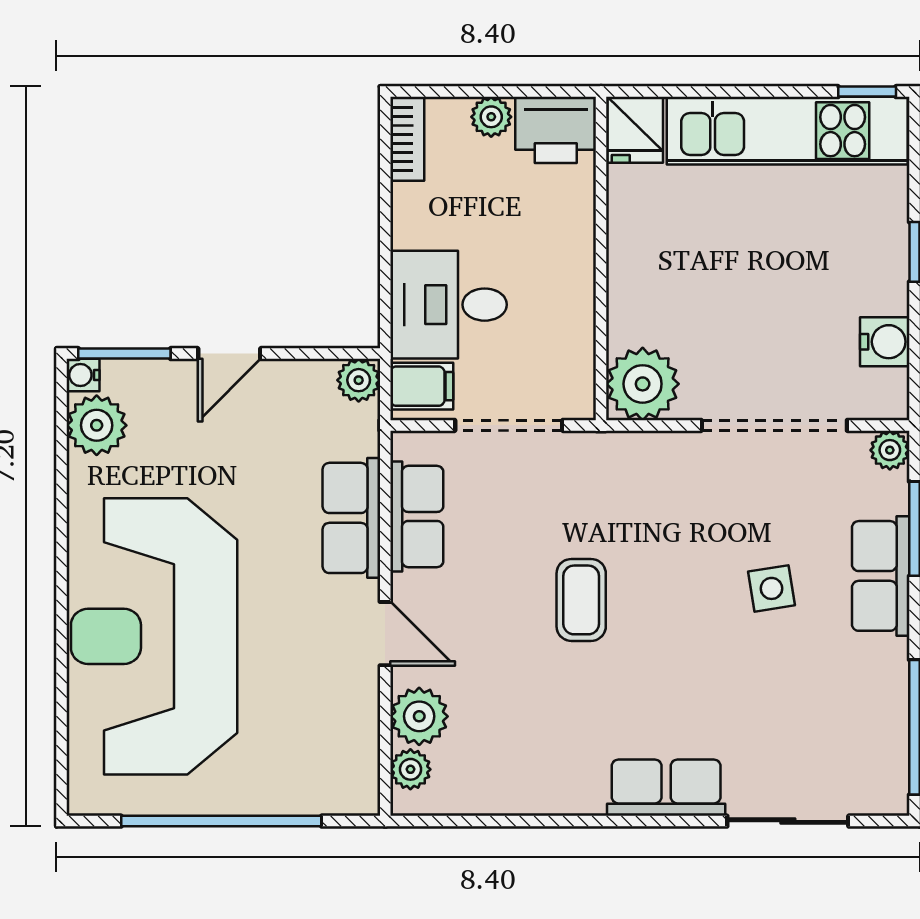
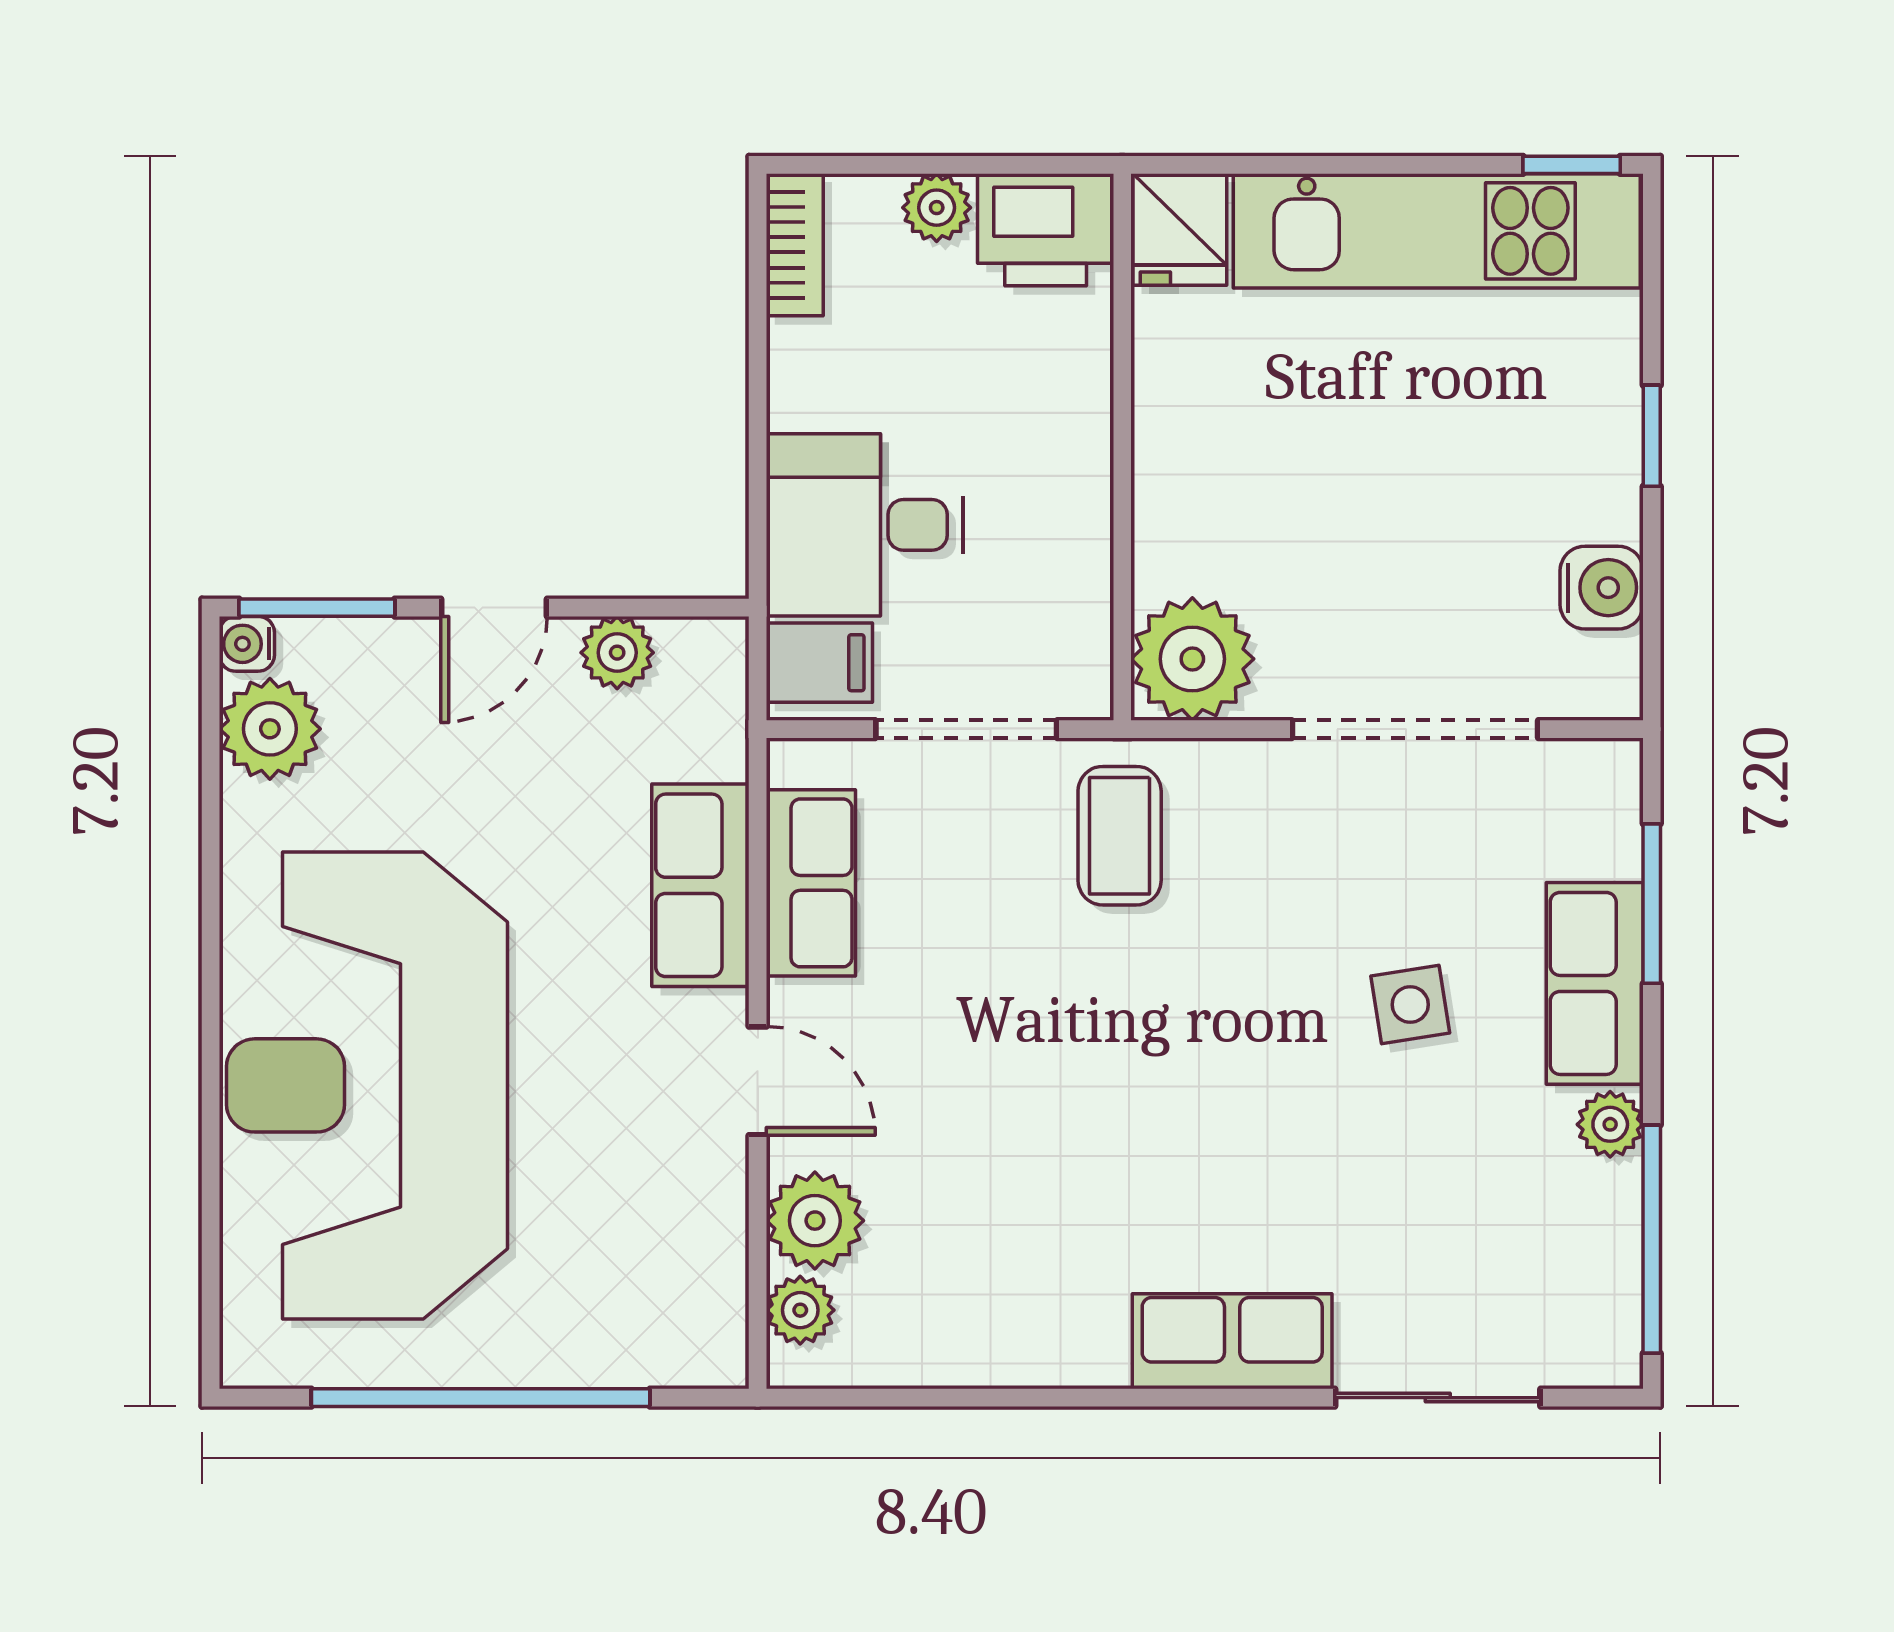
plant: (359, 380) -> (617, 653), moved
plant: (890, 450) -> (1610, 1124), moved
coffee table: (581, 600) -> (1120, 836), moved

